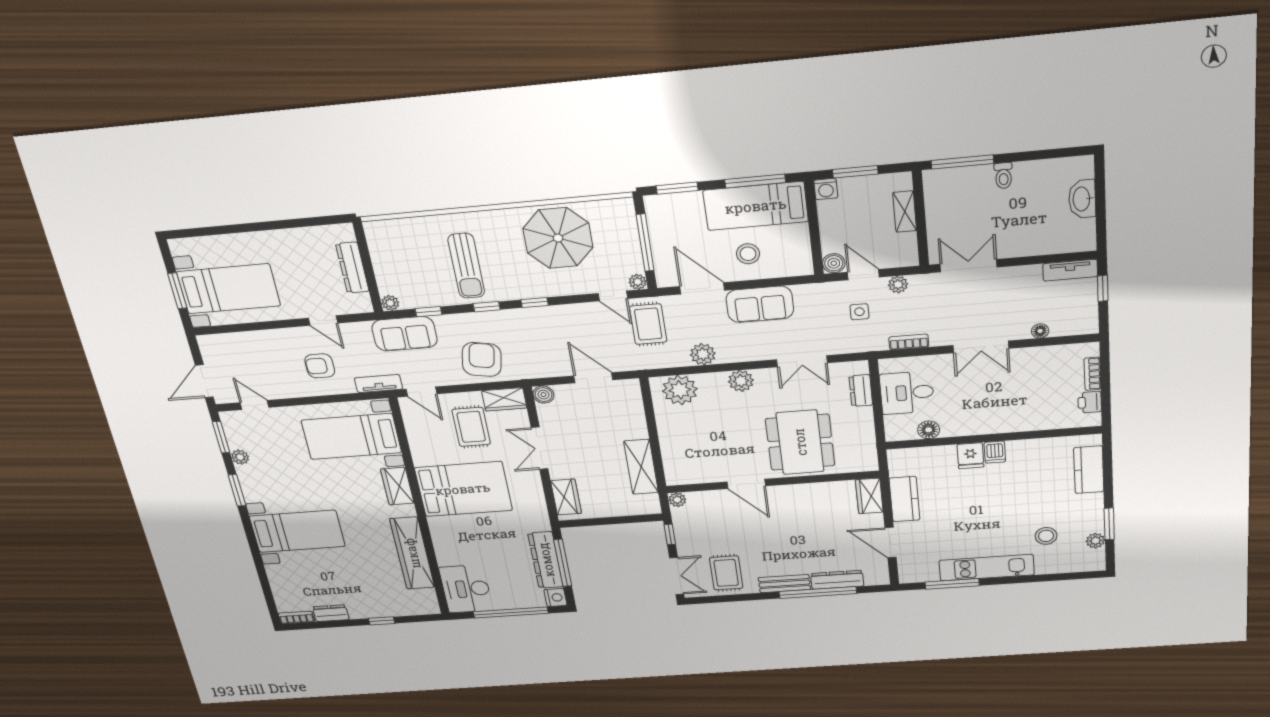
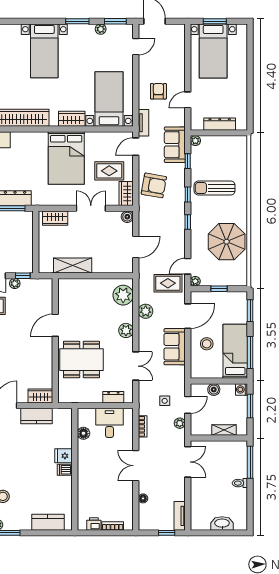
window: (645, 243) -> (219, 289), width x0.46
boiler: (834, 263) -> (214, 390), moved
double door: (802, 361) -> (136, 366), swing flipped
plant: (677, 500) -> (15, 284), moved

